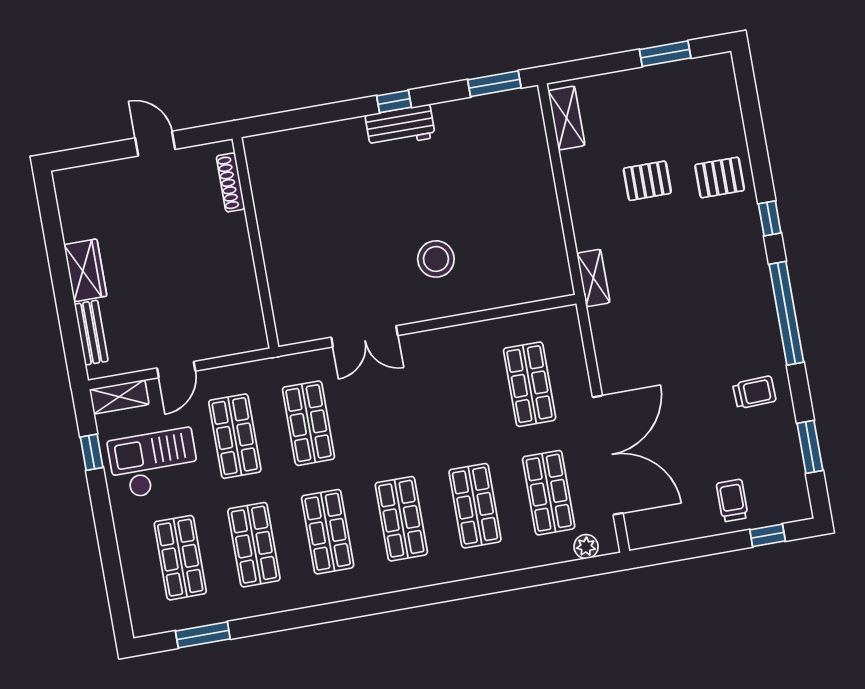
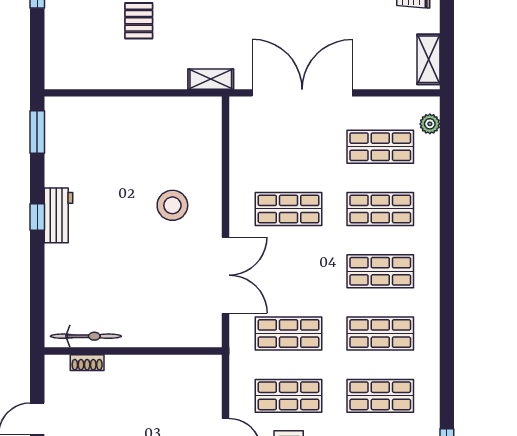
shelving: (566, 118) -> (428, 59), moved, turned 90
shoe rack: (231, 182) -> (87, 363), width x0.70
bicycle: (263, 184) -> (86, 336), added
double door: (365, 336) -> (225, 275), width x1.37
shop shelf: (530, 384) -> (289, 209), moved
double door: (608, 455) -> (302, 93), moved

